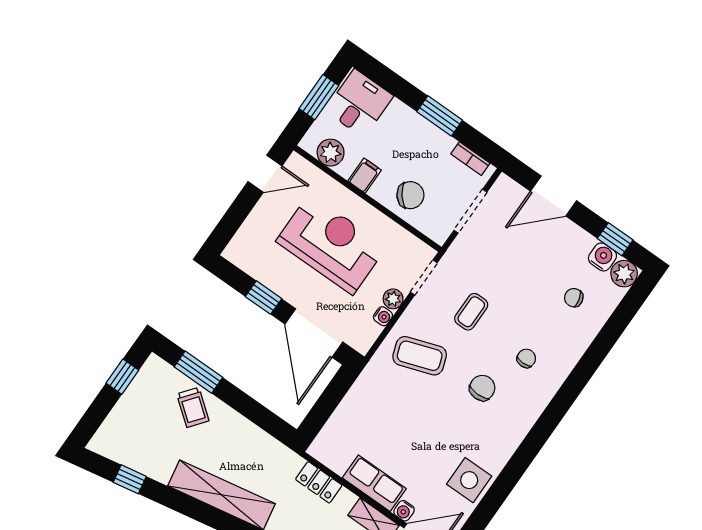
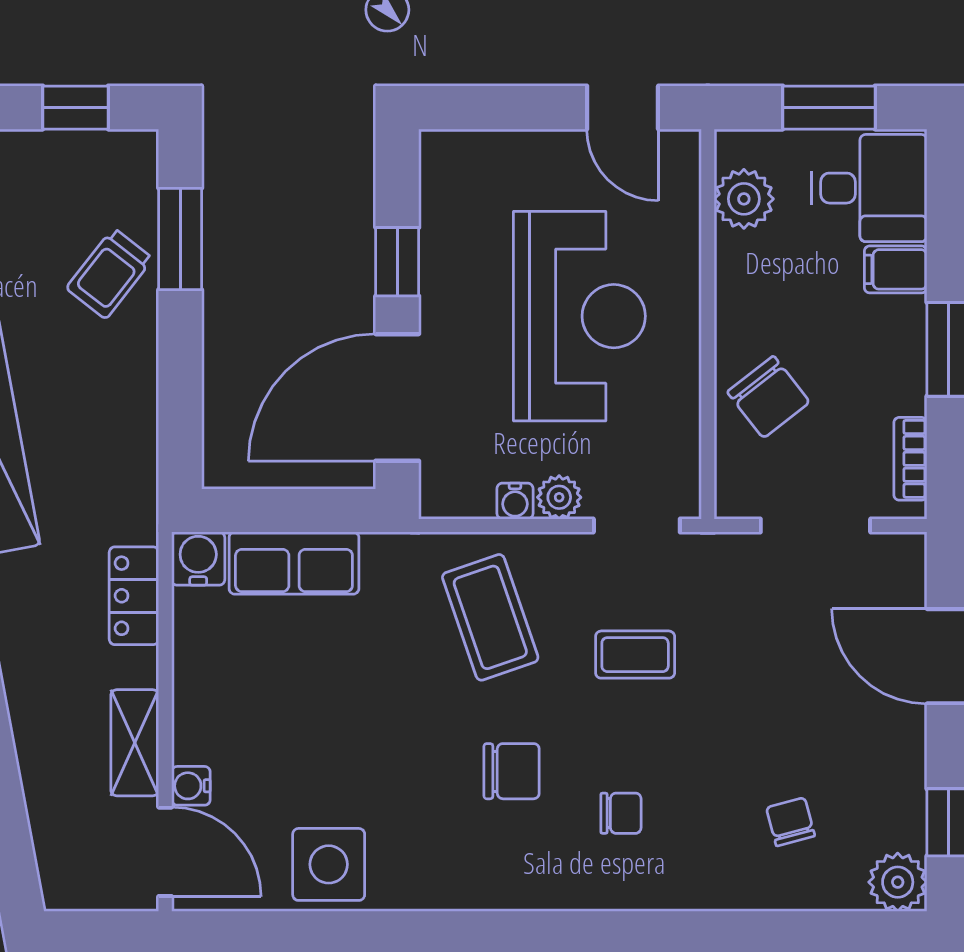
filing cabinet: (365, 176) -> (896, 269), moved, turned 180
water cooler: (602, 257) -> (198, 559), moved, turned -90
row of seats: (374, 483) -> (294, 563), moved, turned 90

